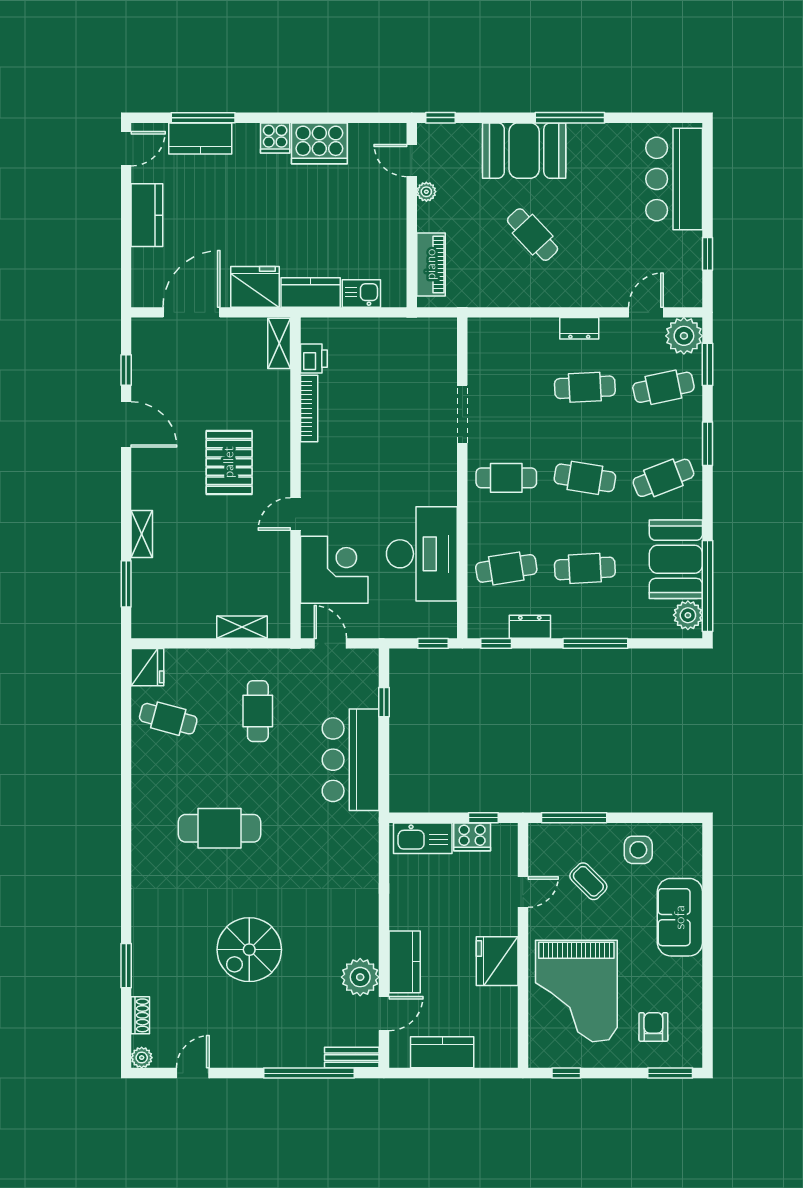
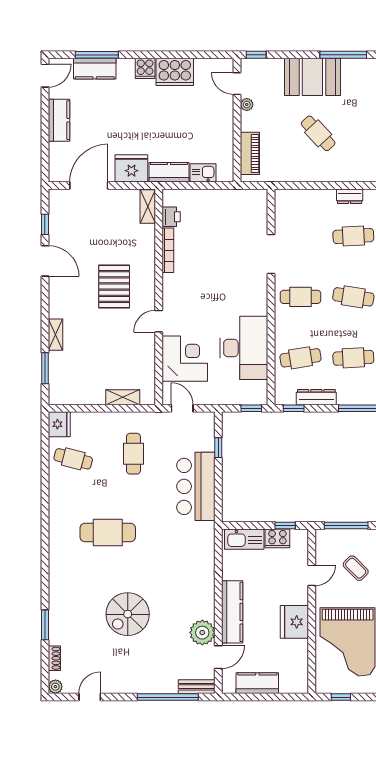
dresser: (530, 627) -> (316, 397), width x1.44
kitchen counter: (405, 962) -> (232, 612), width x1.50

